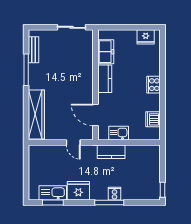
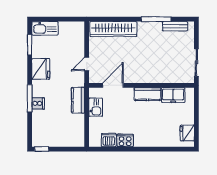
cooker: (154, 85) -> (125, 141), moved
kitchen sink: (53, 193) -> (45, 28), moved, turned 90

